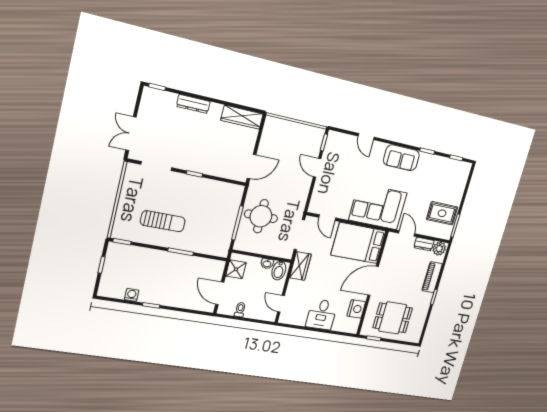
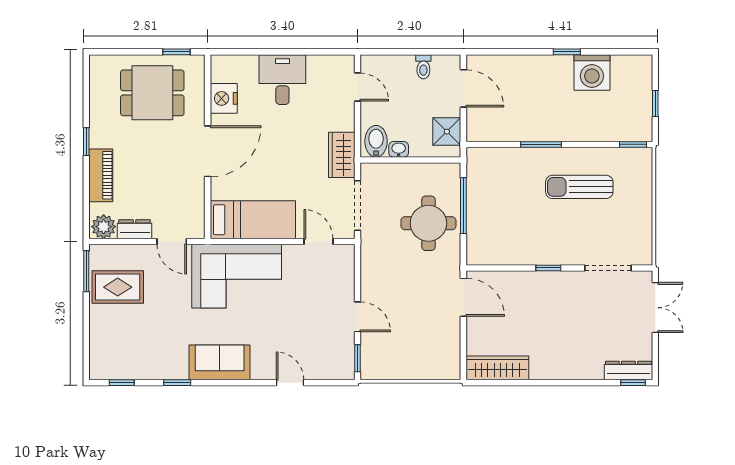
dresser: (193, 104) -> (628, 371), moved
door: (252, 166) -> (463, 297), swing flipped
bed: (358, 243) -> (253, 220), width x0.67
washing machine: (132, 295) -> (592, 72), width x1.89, depth x1.89

